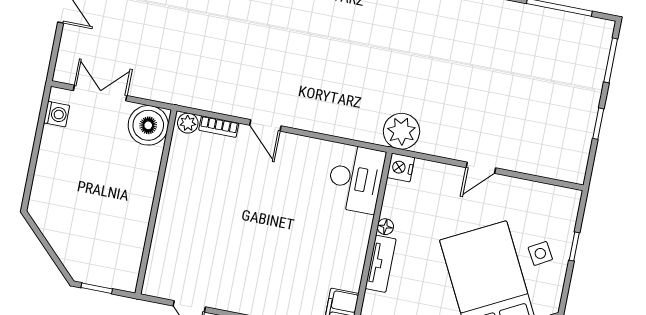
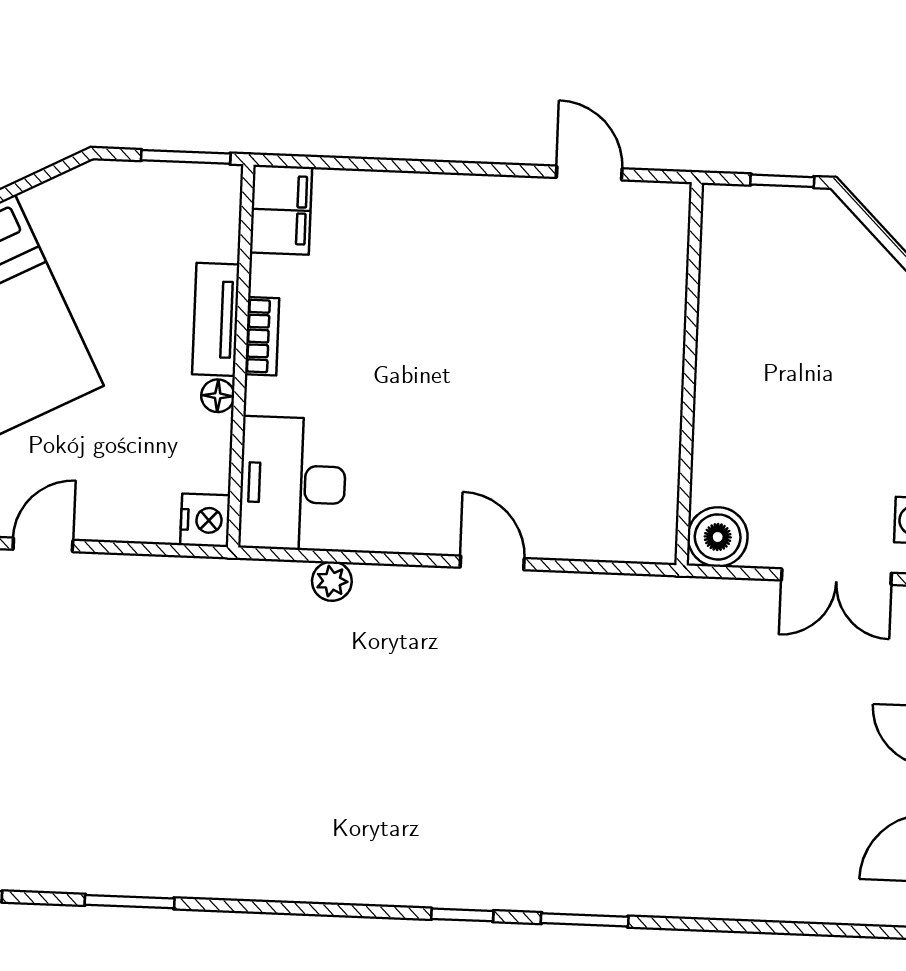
plant: (188, 123) -> (650, 543), removed
boiler: (148, 125) -> (718, 537), width x0.73, depth x0.73
bookcase: (219, 127) -> (262, 336), moved, turned 90
plant: (401, 131) -> (332, 581), moved, width x0.53, depth x0.53

